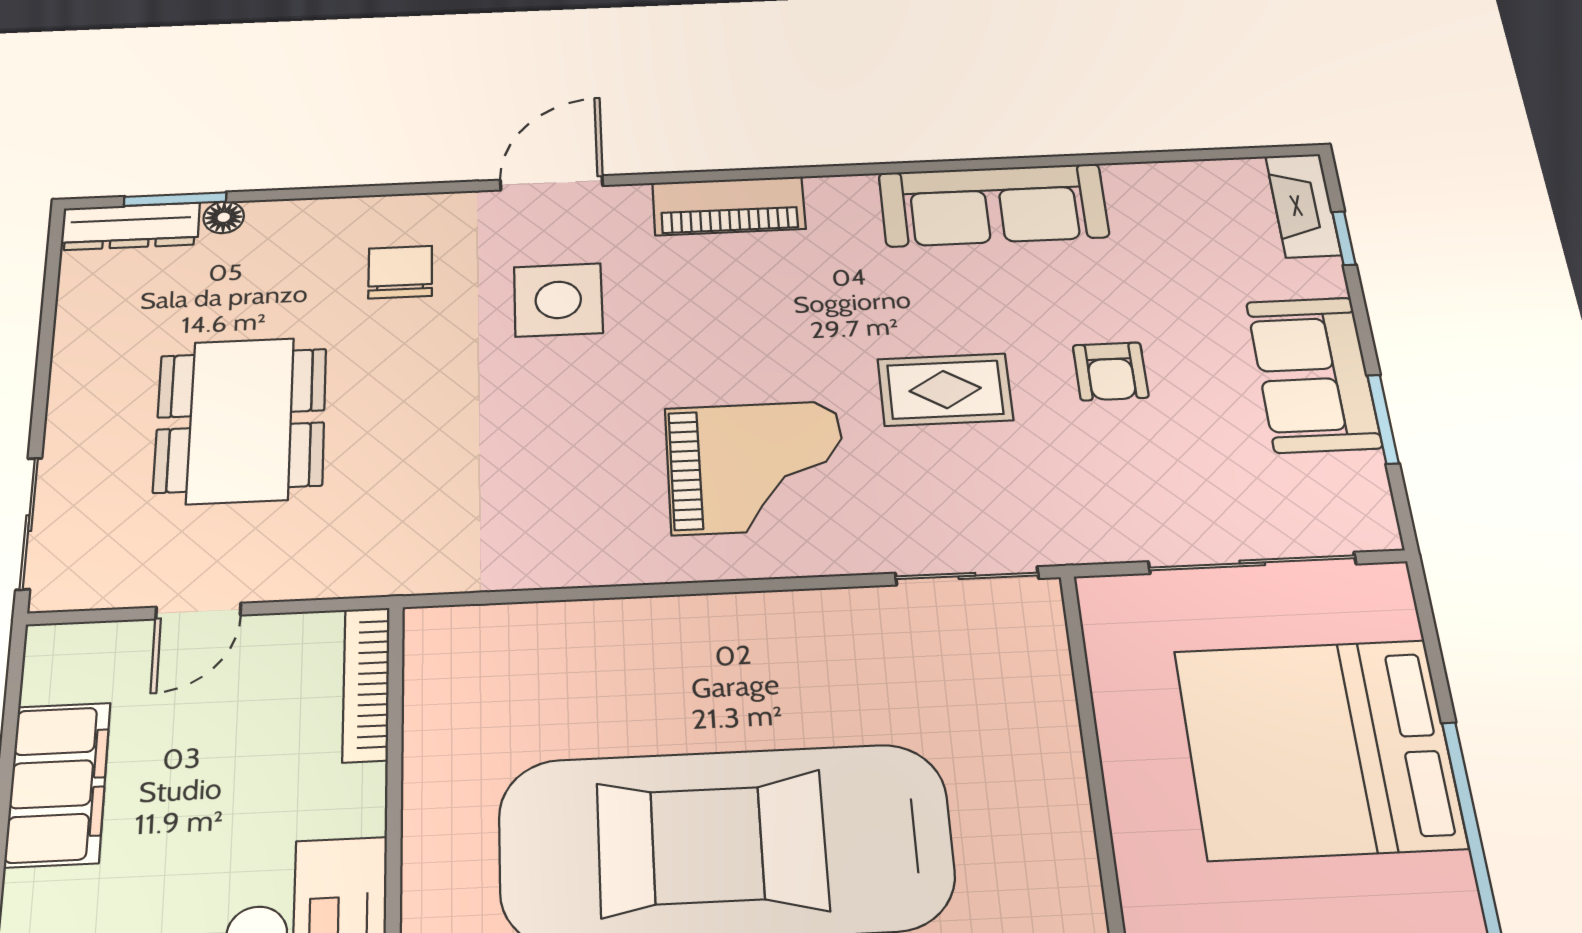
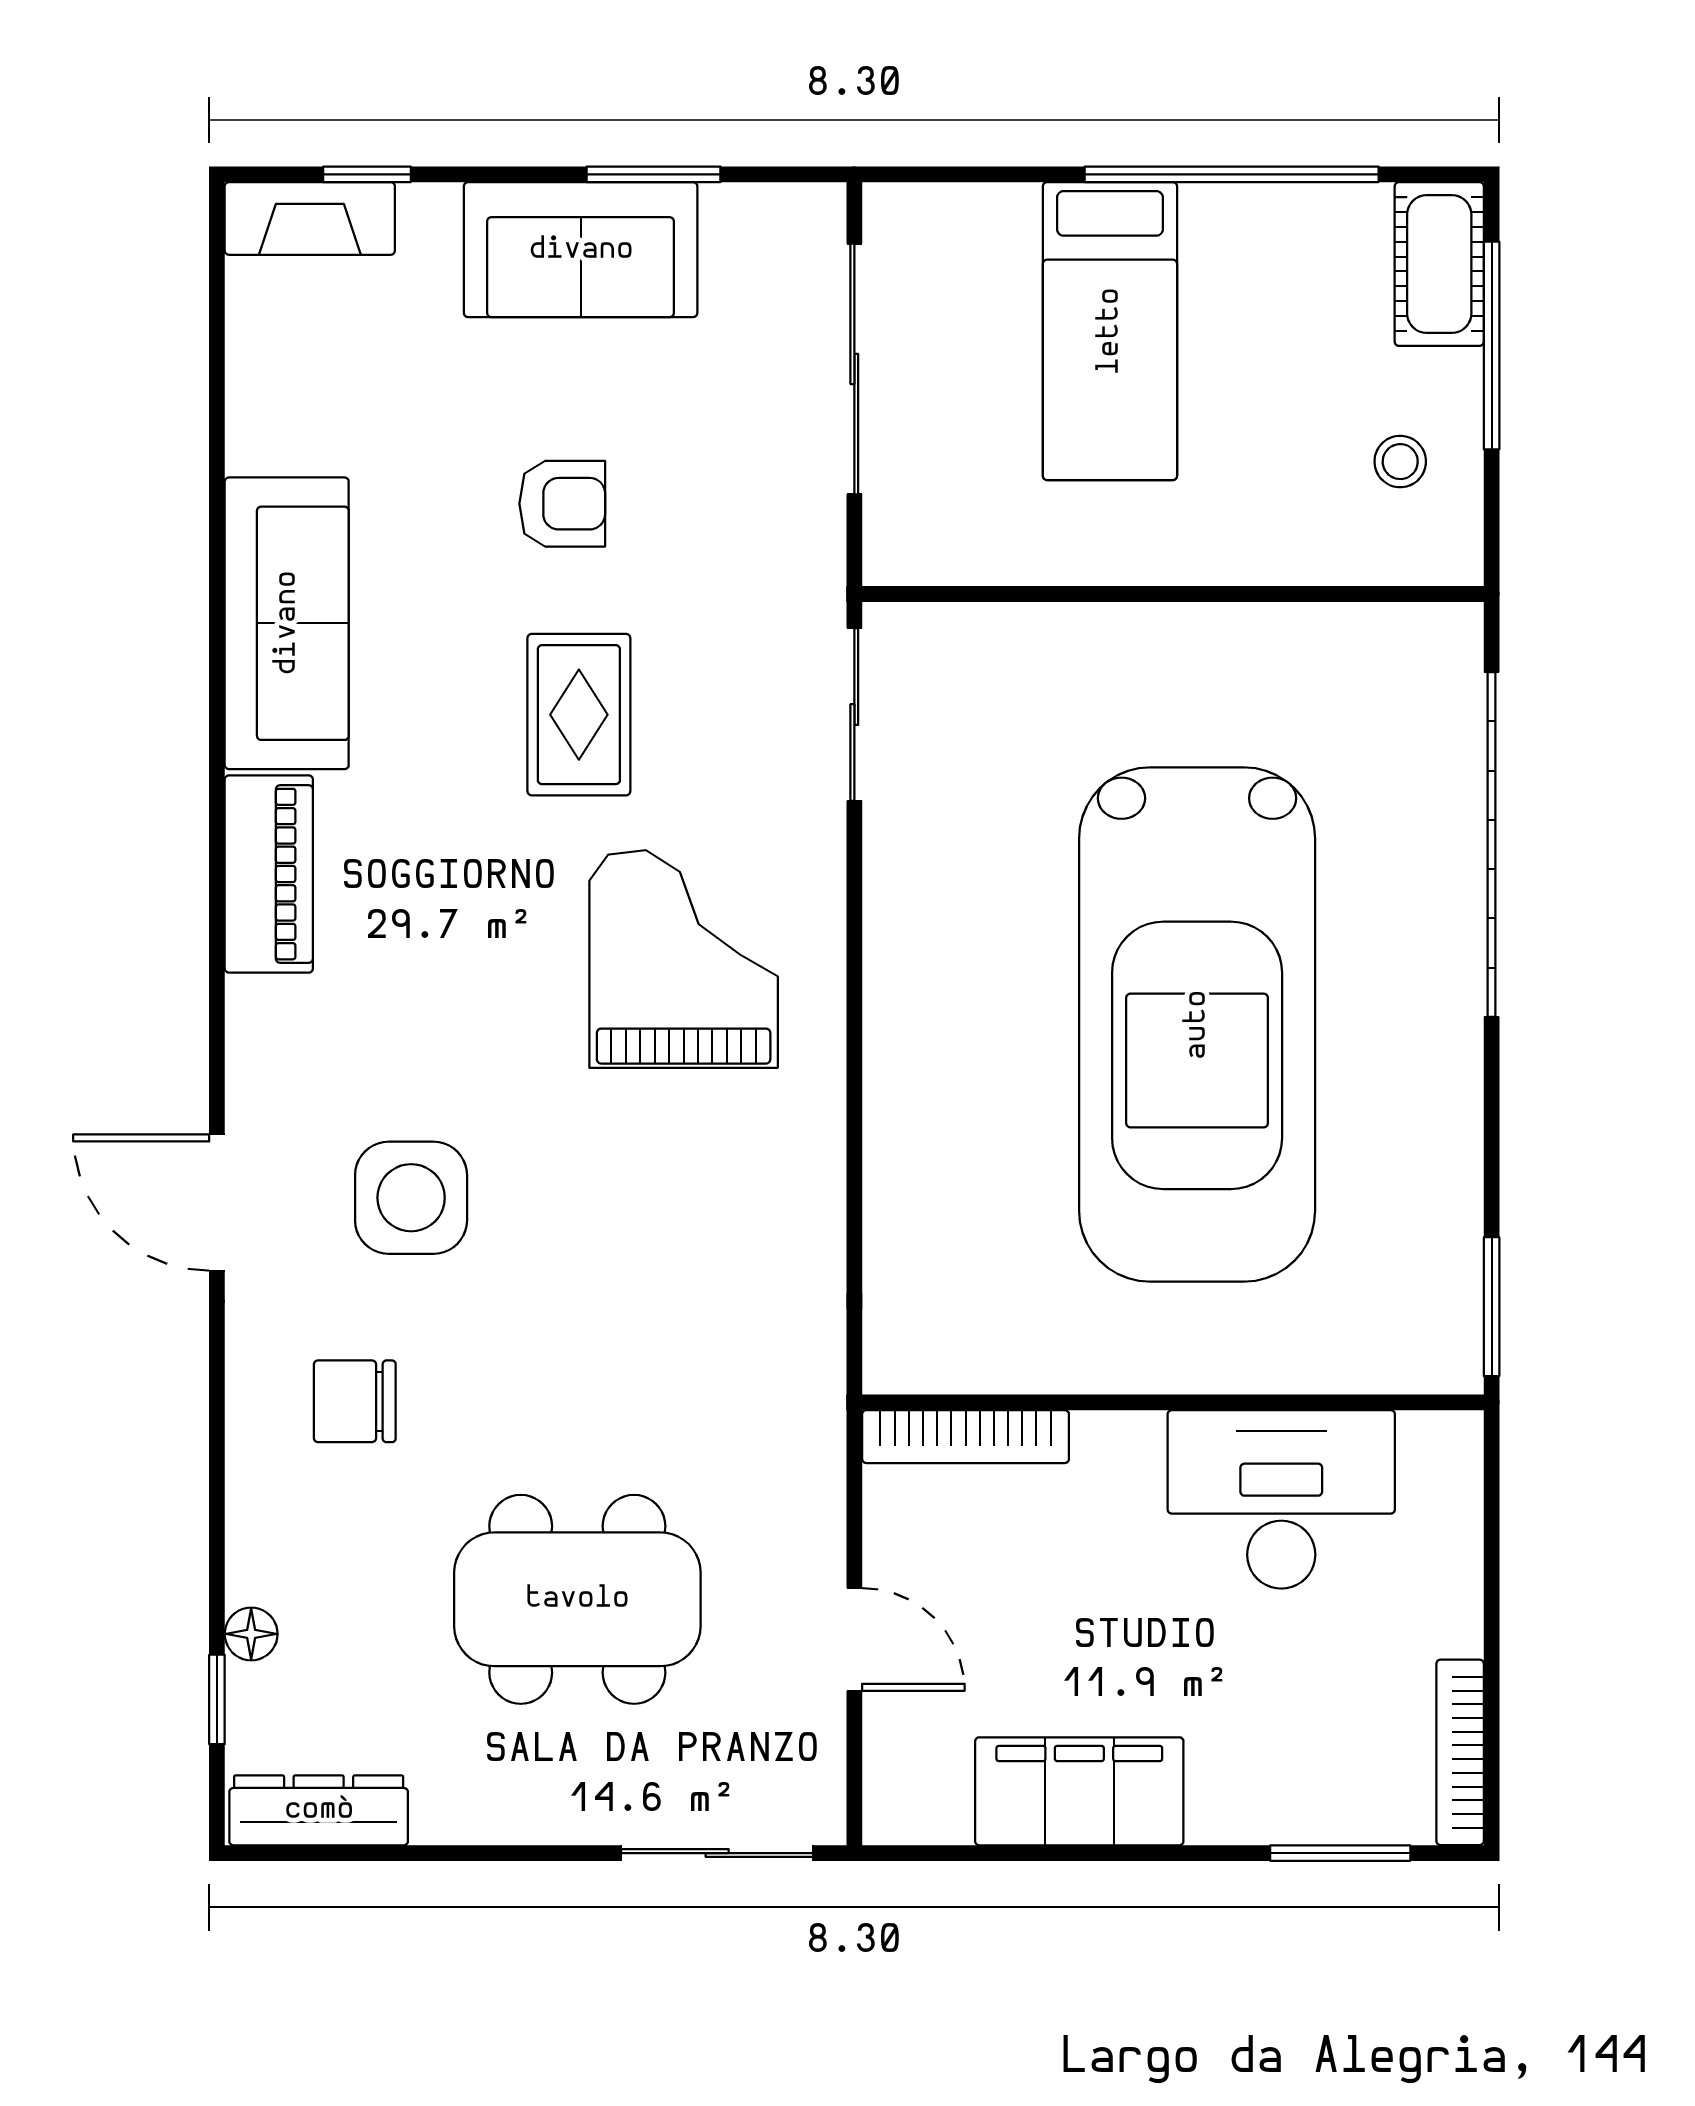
window: (175, 199) -> (217, 1699), width x0.67
piano: (729, 206) -> (269, 874), moved
dresser: (130, 226) -> (319, 1810), moved, turned -90
bed: (1319, 748) -> (1110, 331), width x0.49

